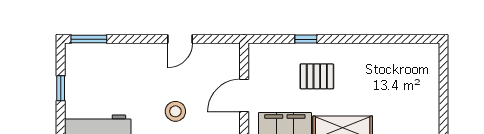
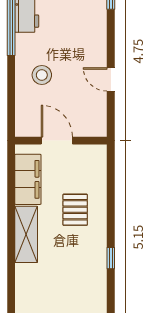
window: (306, 39) -> (111, 258), moved

